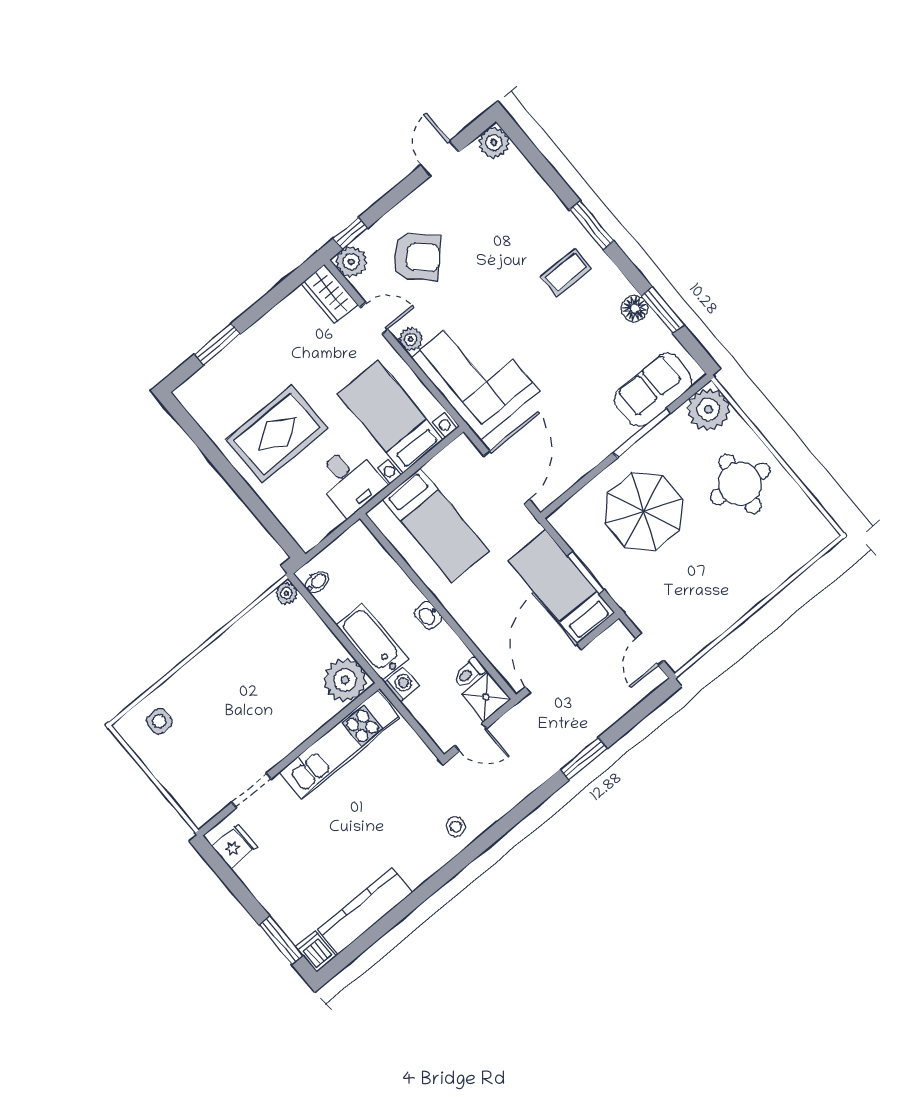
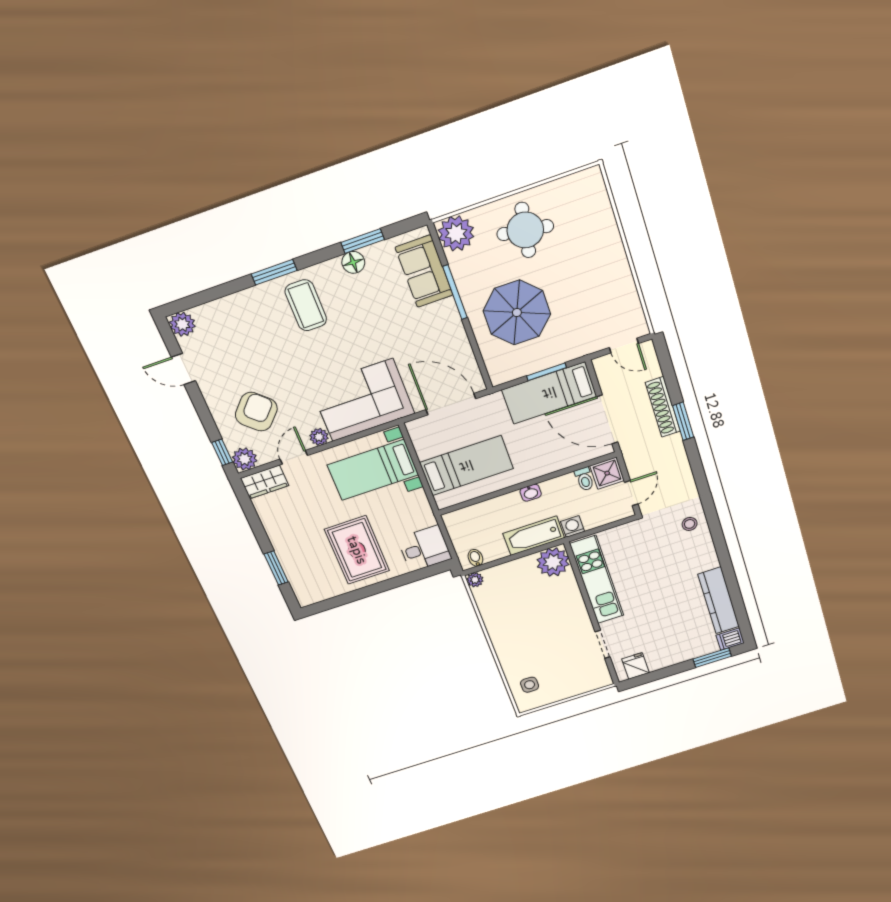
coffee table: (566, 272) -> (306, 305), width x1.36, depth x1.30
desk: (350, 480) -> (424, 549), moved
shoe rack: (592, 727) -> (663, 407), added

